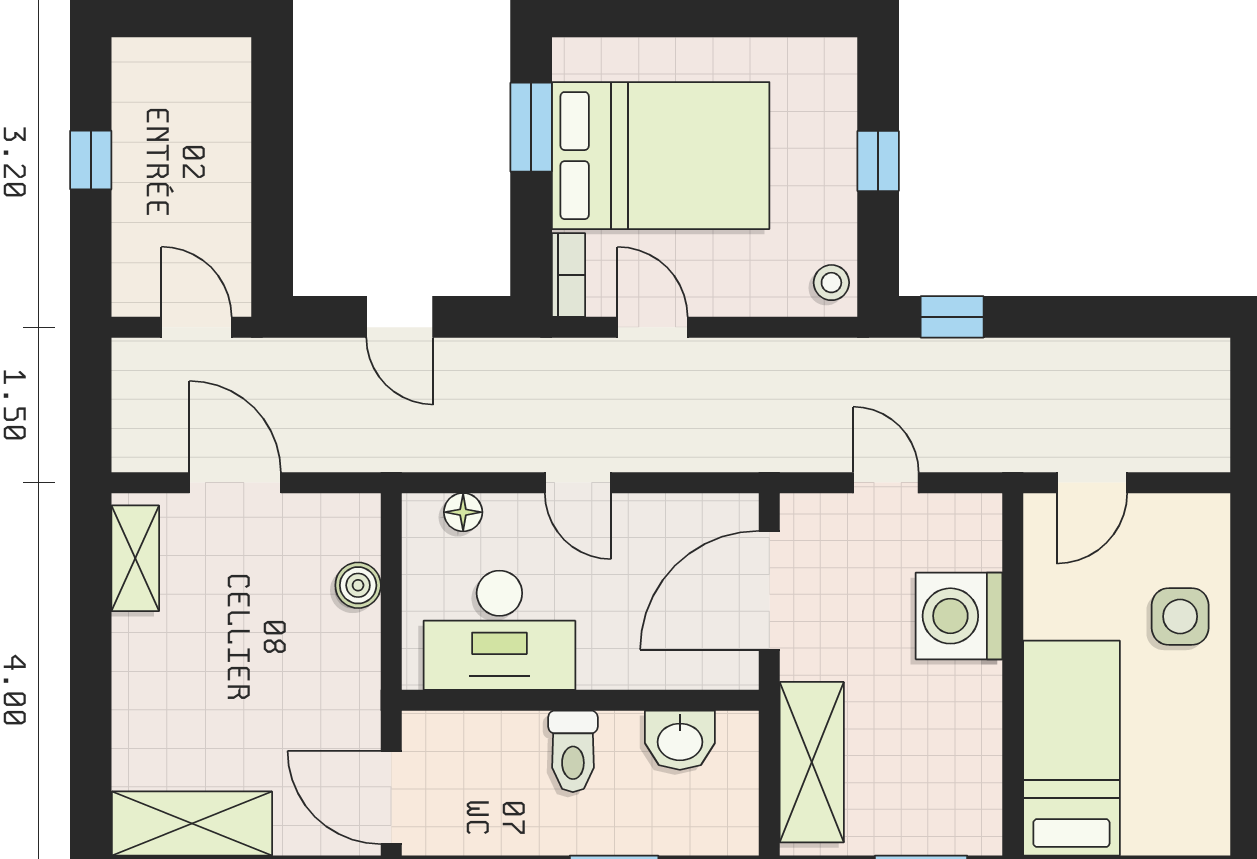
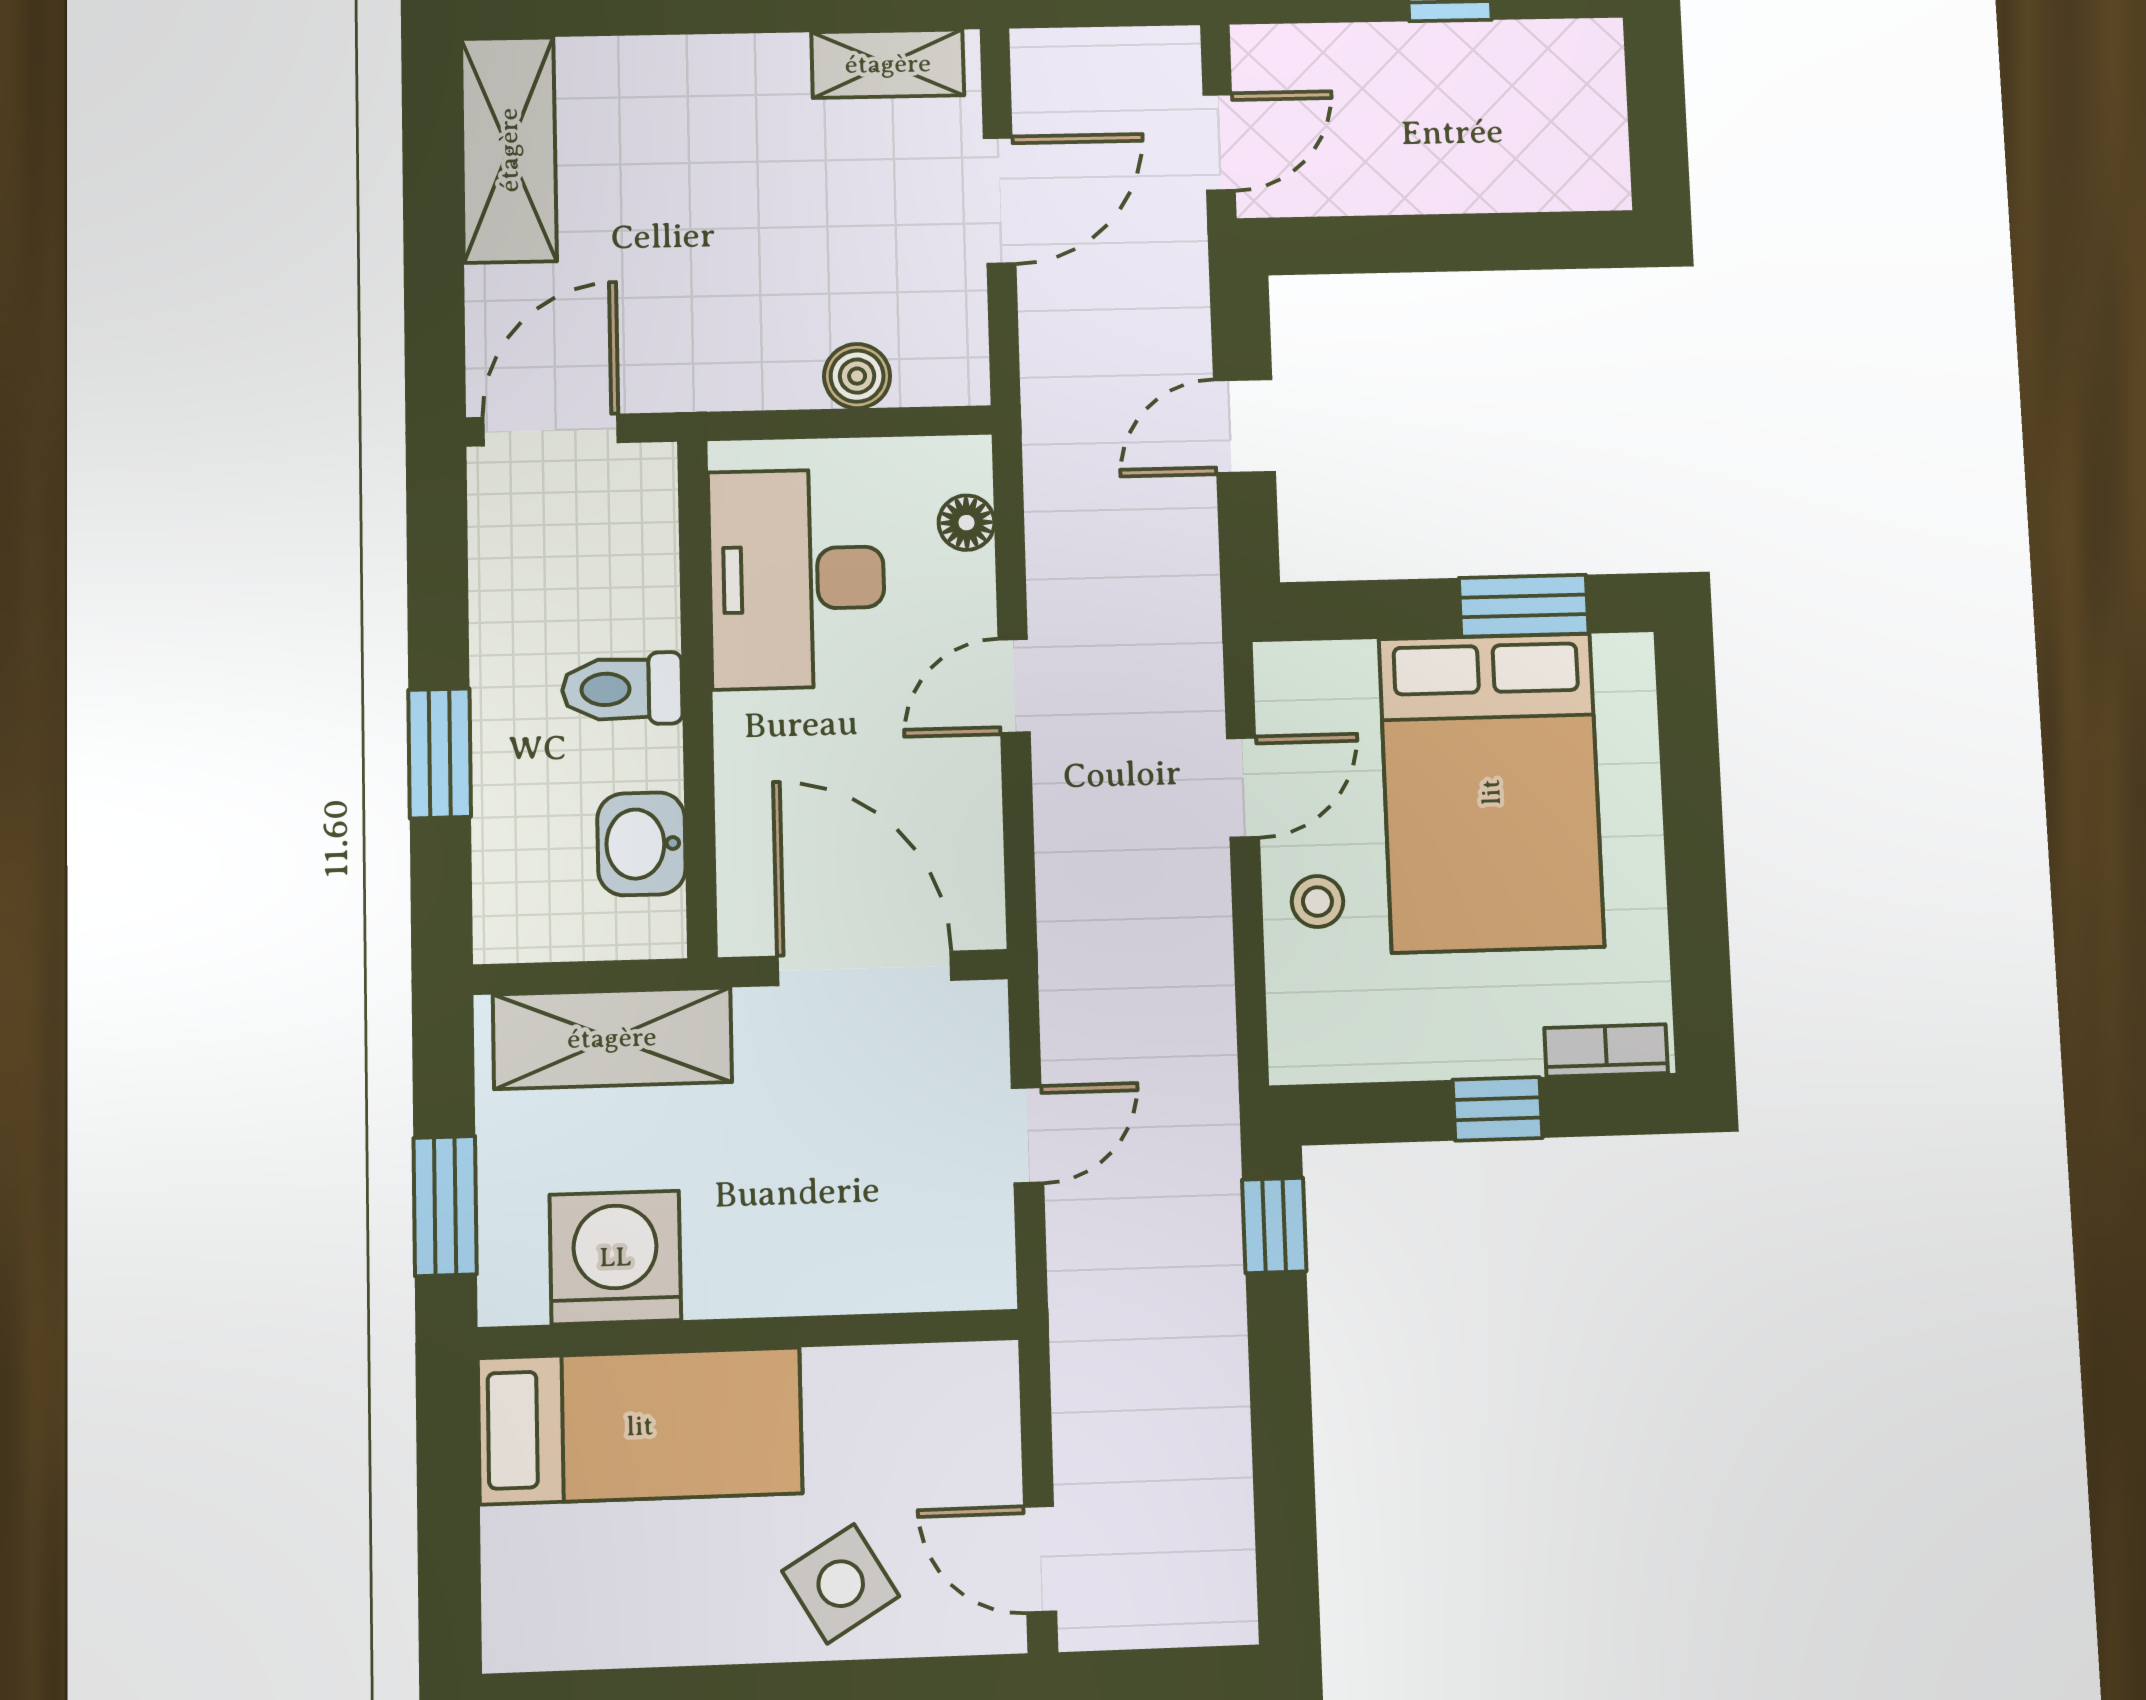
bookcase: (568, 275) -> (1606, 1051), moved, turned 180
stool: (831, 283) -> (1317, 902), moved
door: (1092, 483) -> (1040, 1559), moved
washing machine: (959, 616) -> (615, 1257), moved
side table: (1180, 616) -> (841, 1584), turned -31

